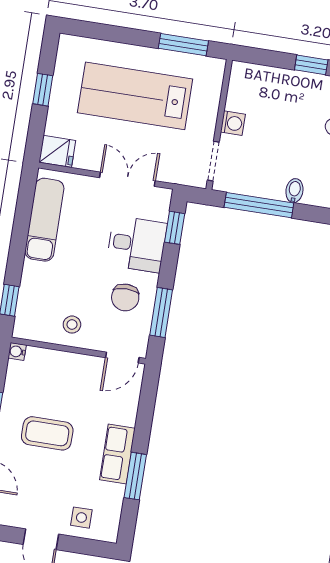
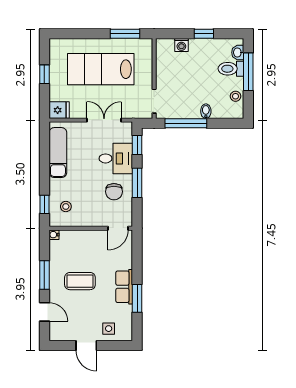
washing machine: (233, 123) -> (181, 45), moved, turned 90
window: (161, 312) -> (137, 183), moved
stool: (72, 325) -> (66, 207), moved

